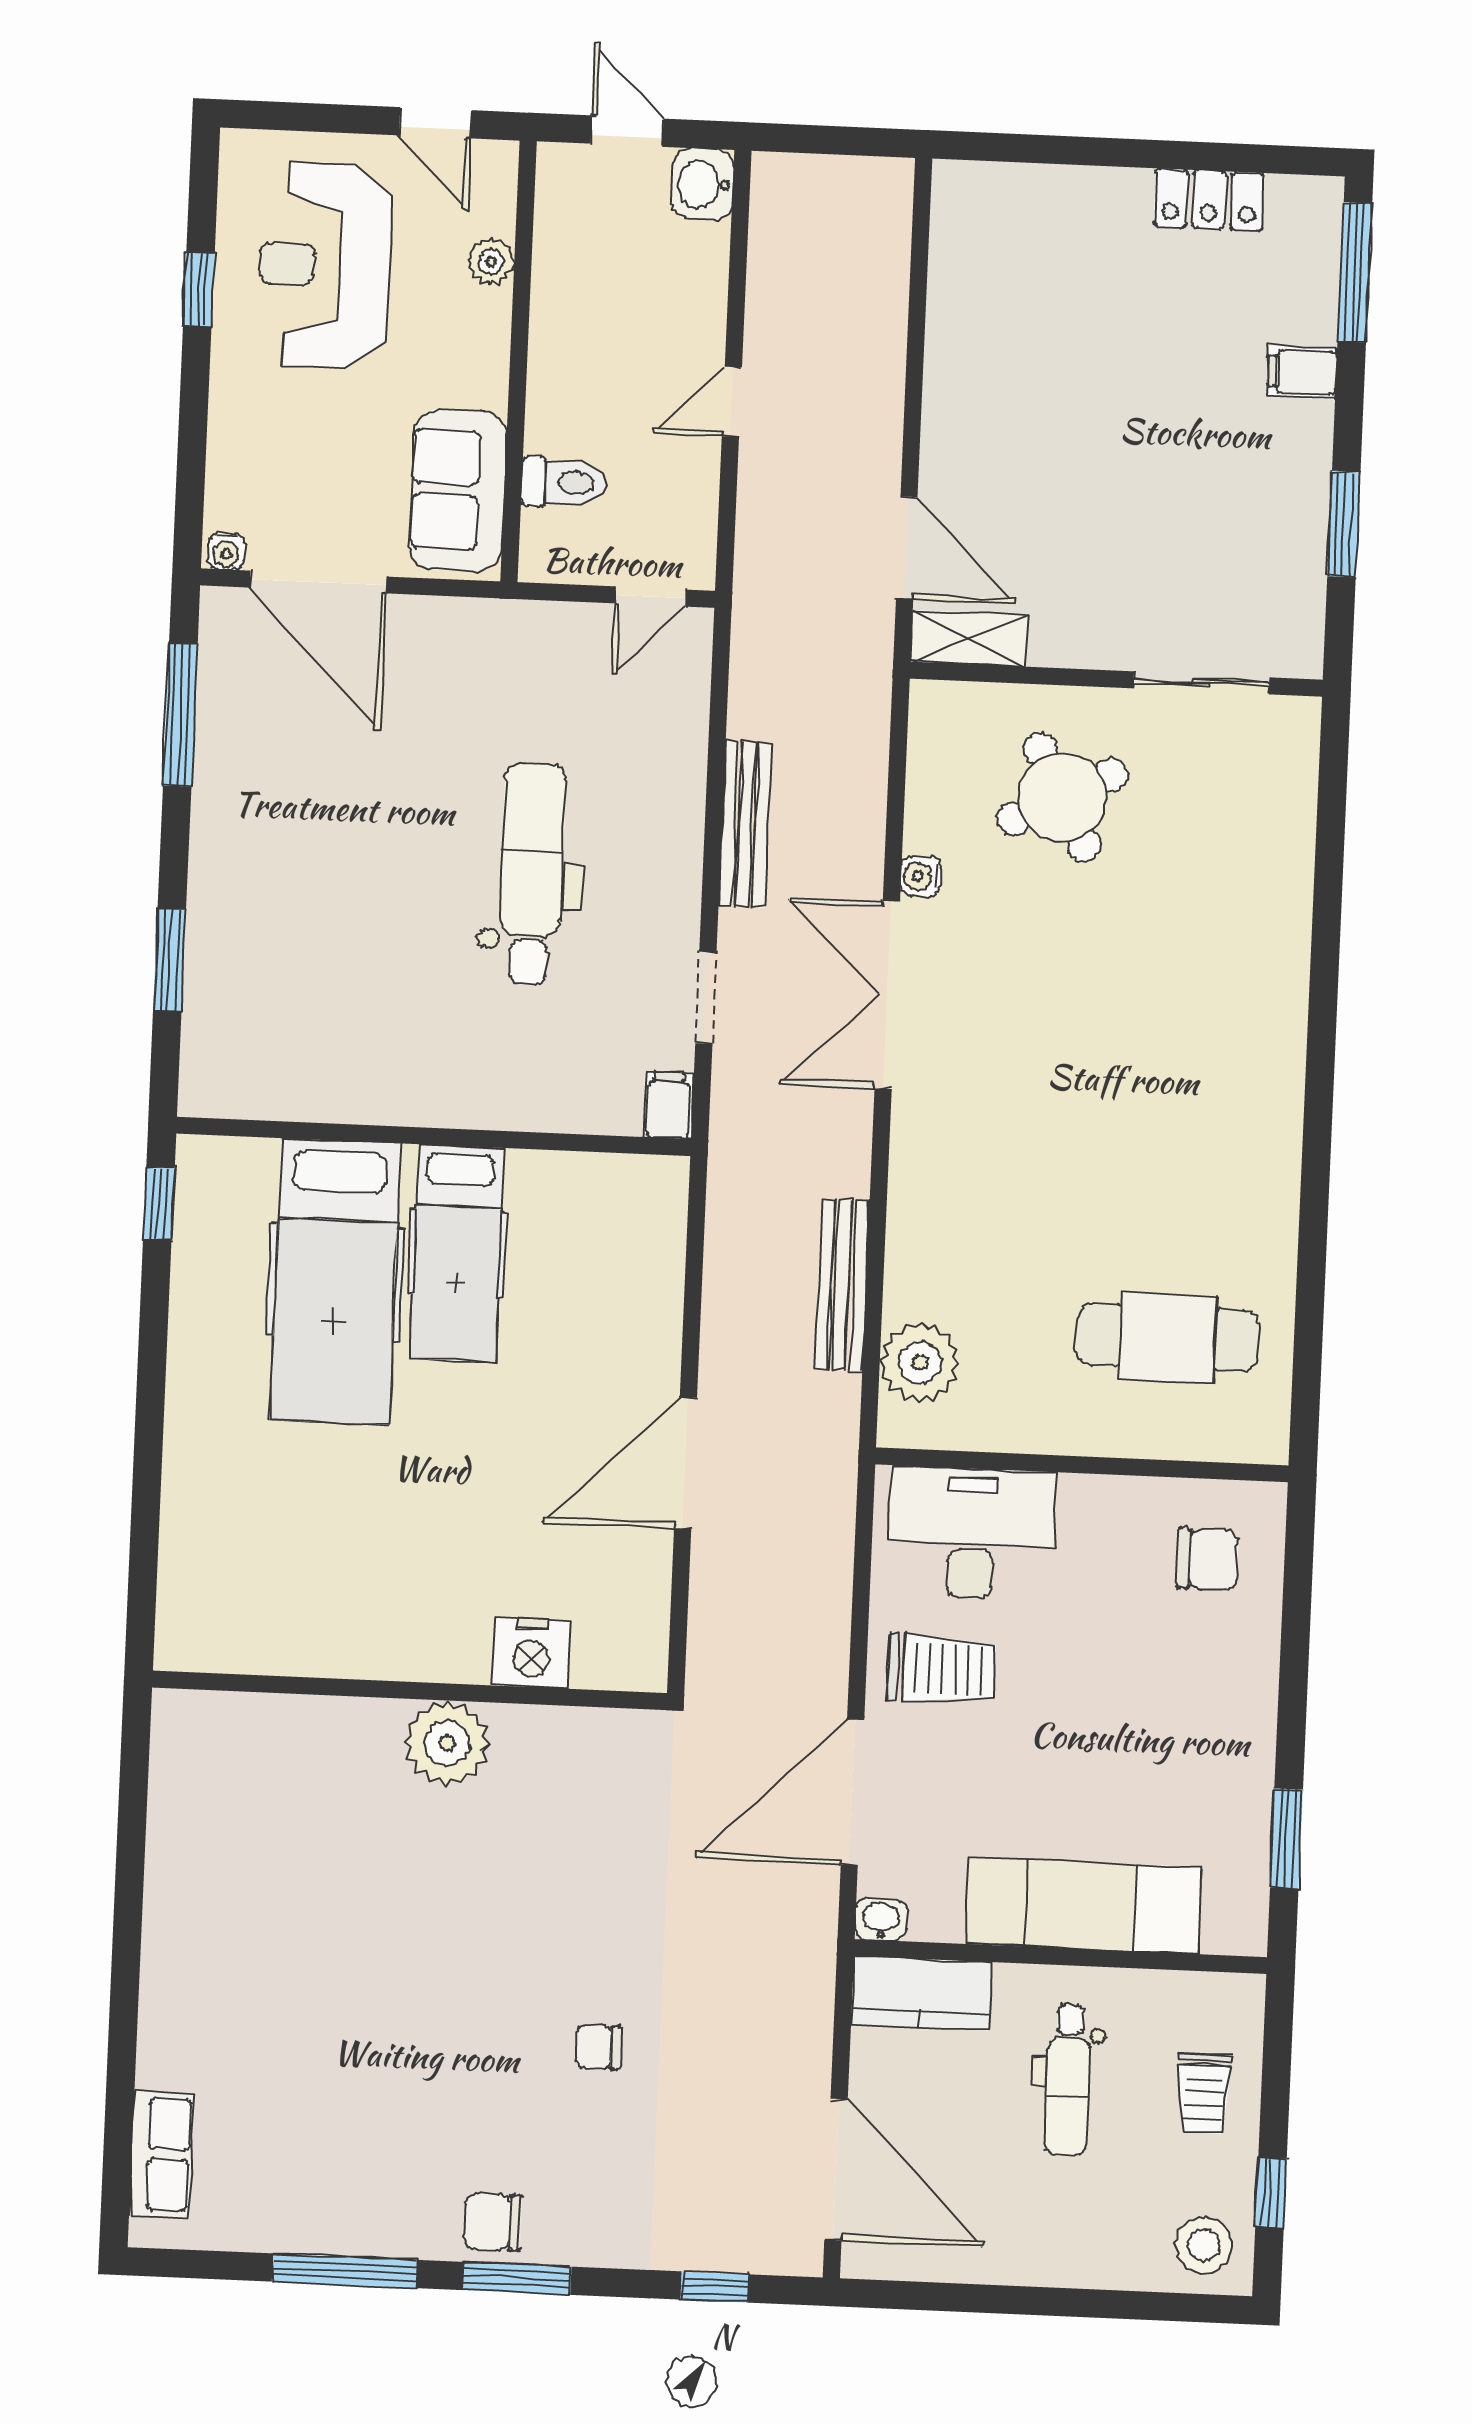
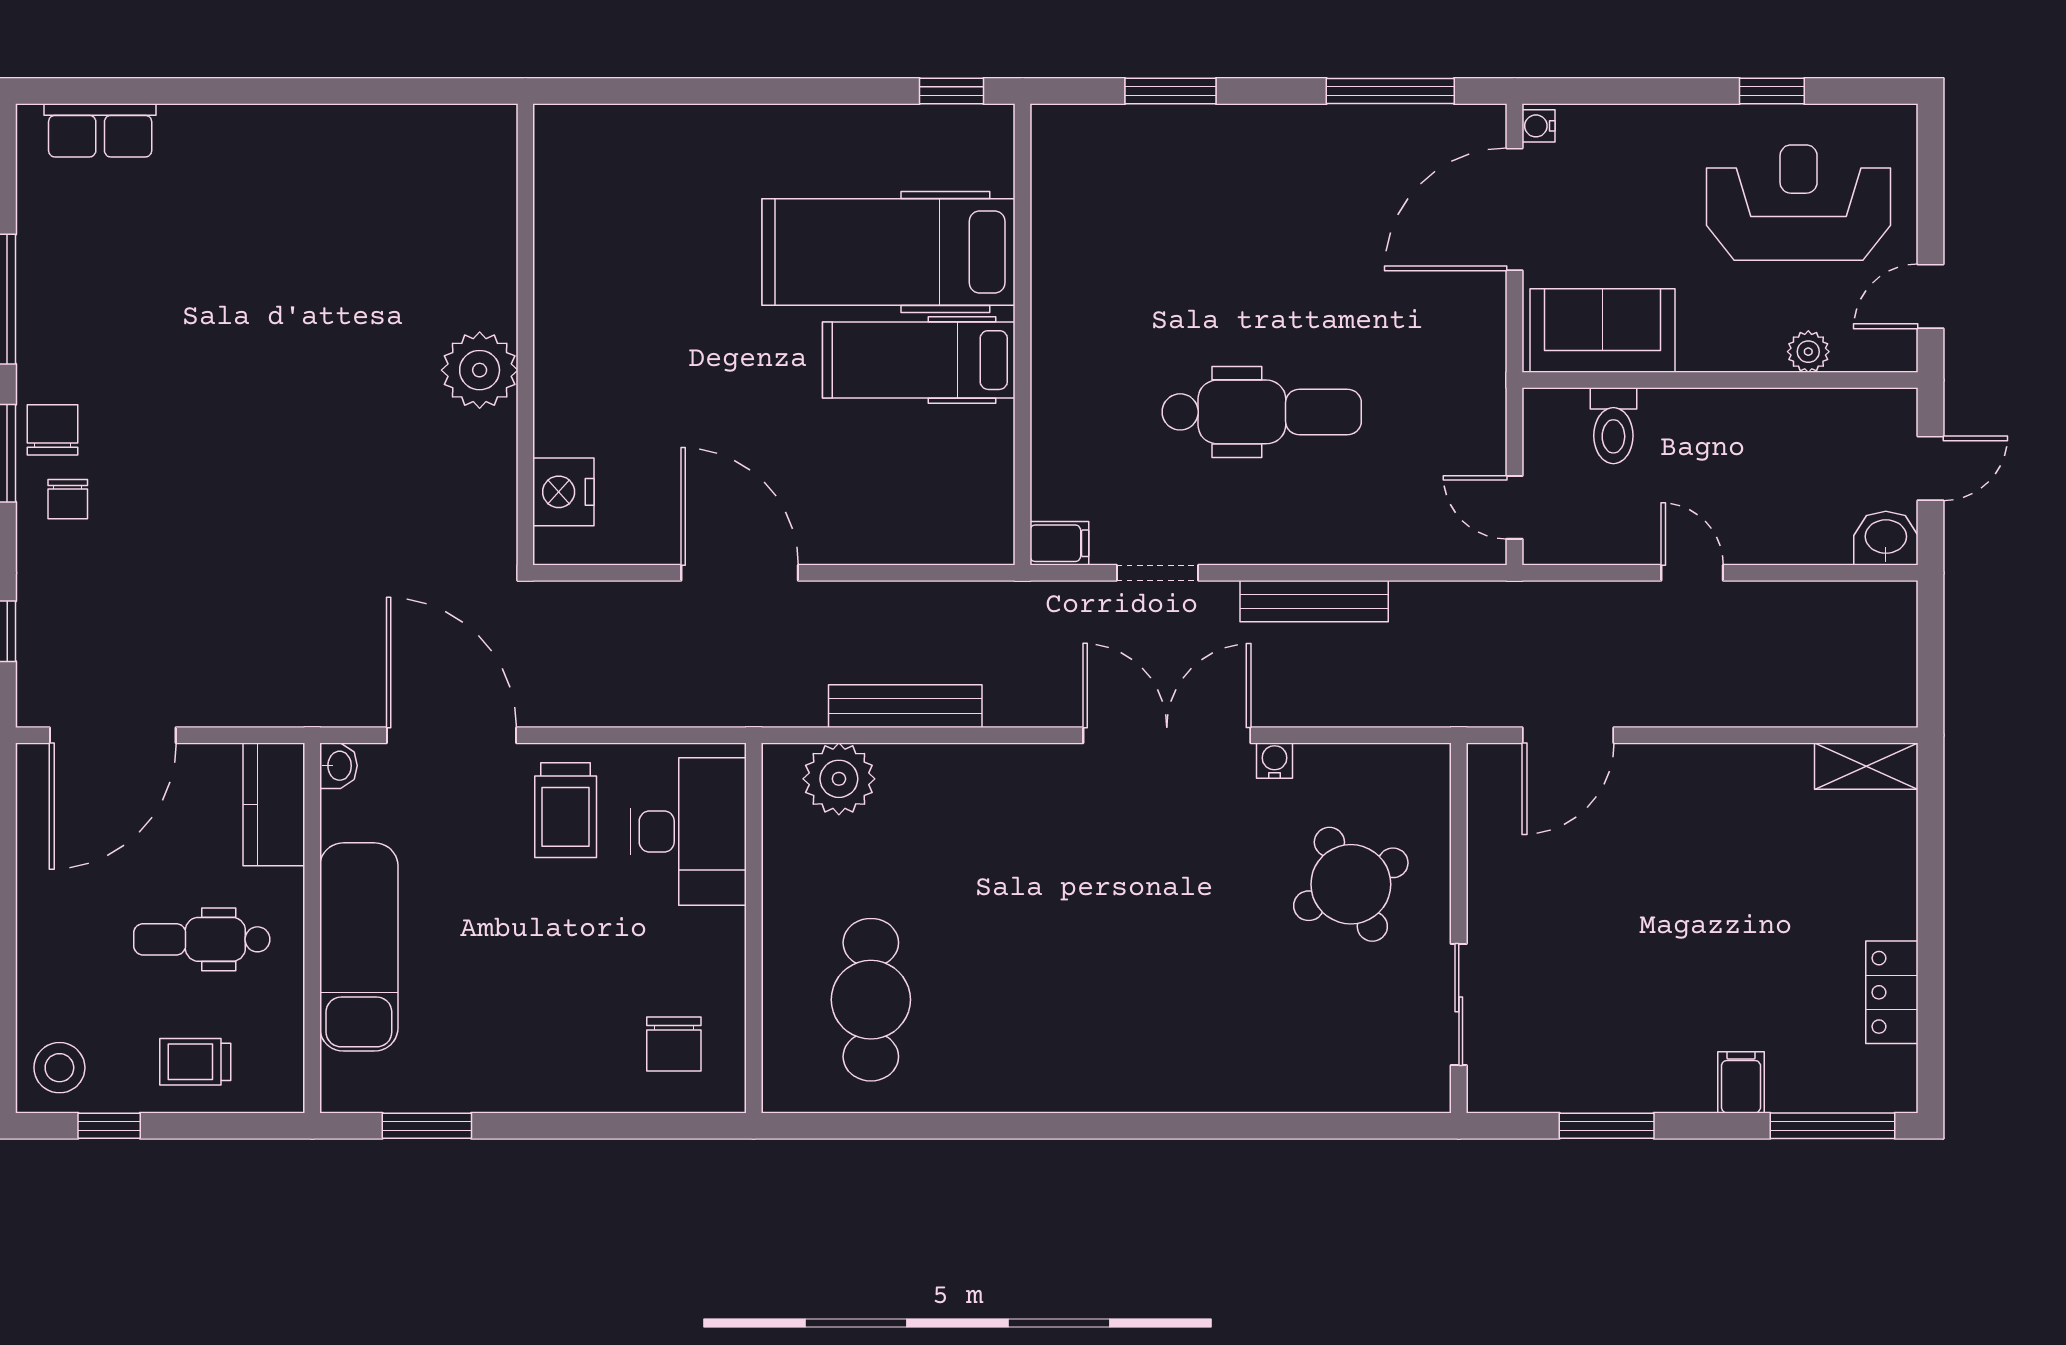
shelving: (969, 638) -> (1866, 766), moved, turned 90
nightstand: (531, 1653) -> (563, 492), moved
chair: (598, 2047) -> (68, 499), moved, turned 180

